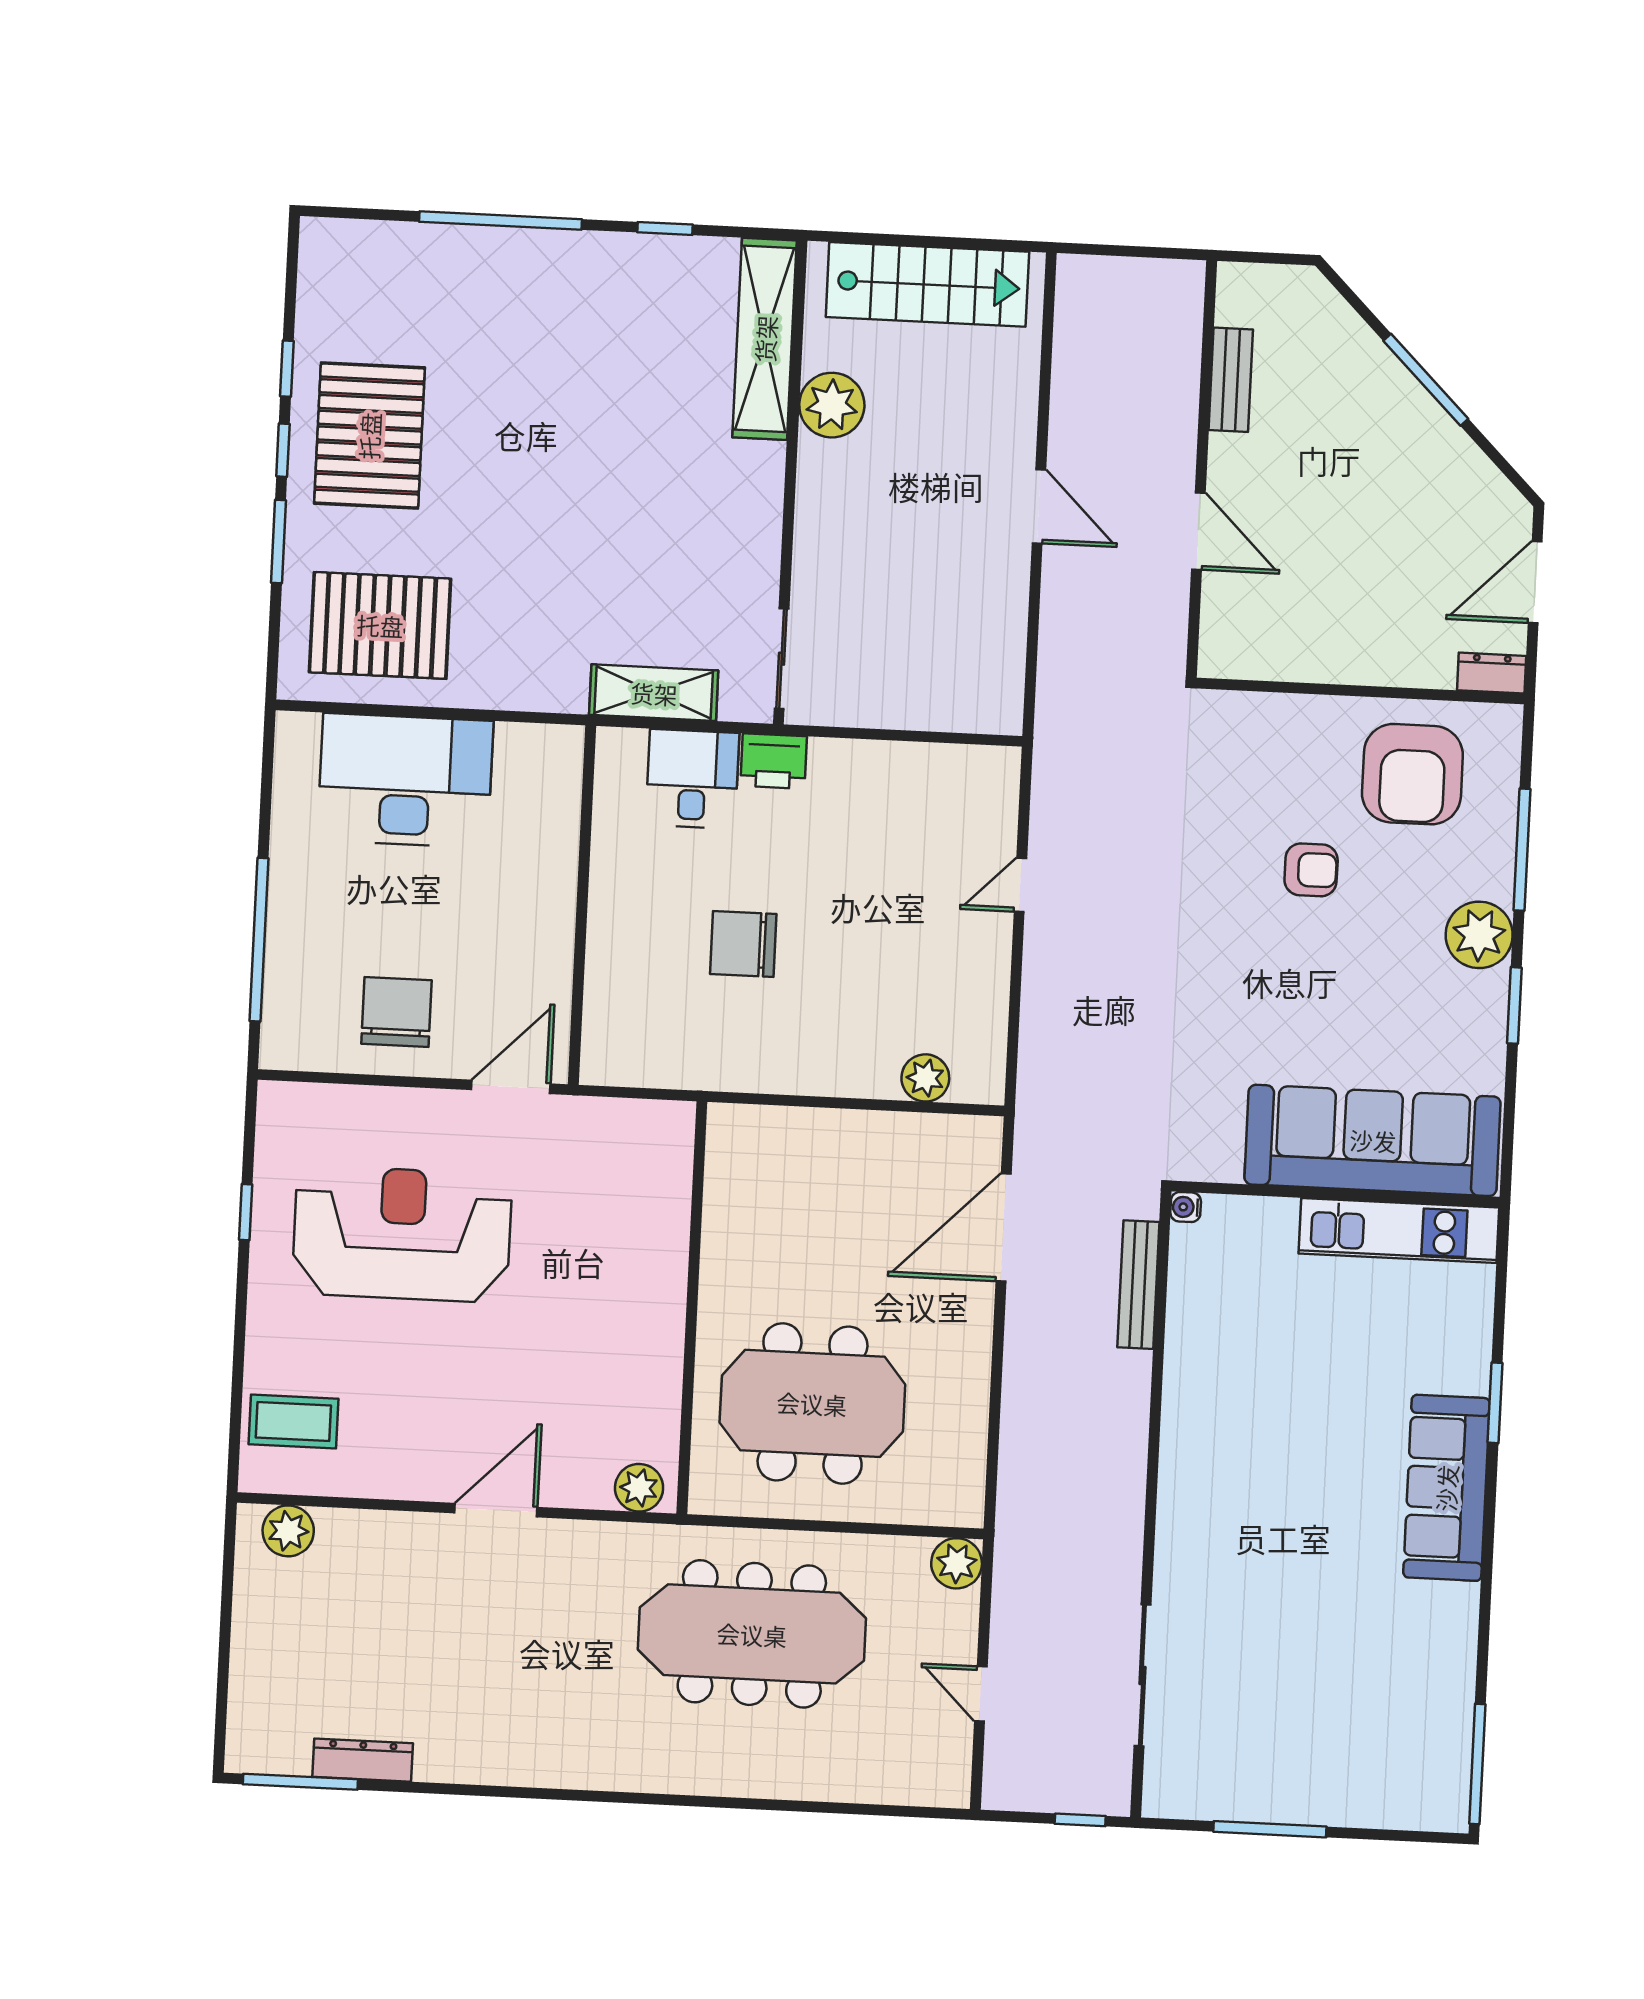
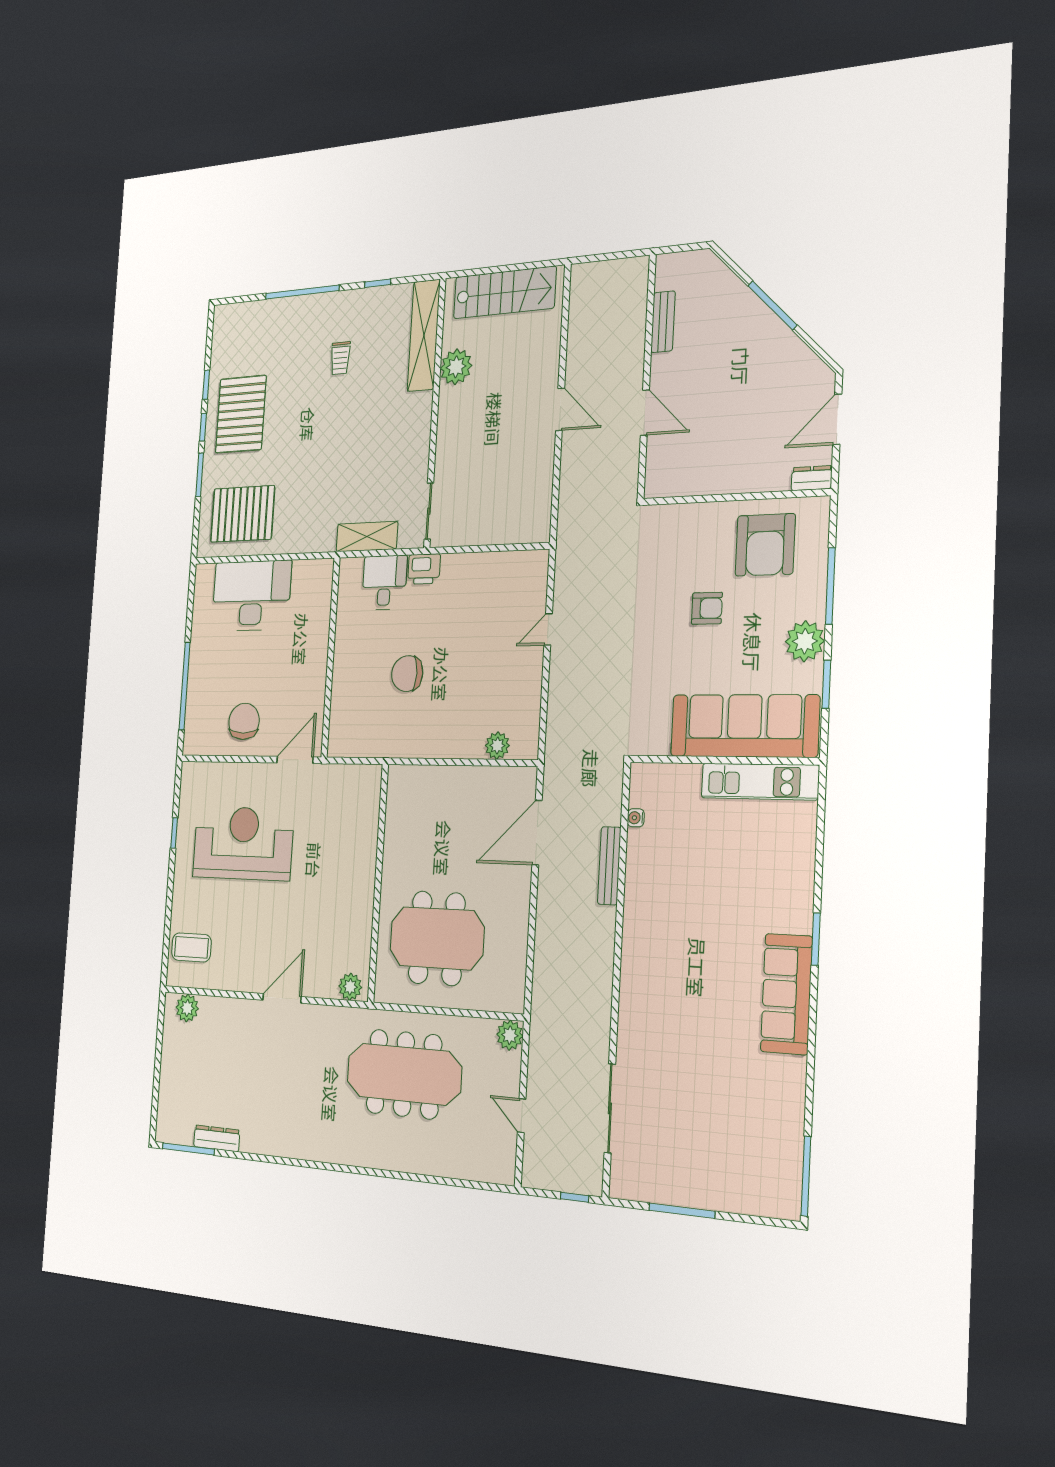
trolley: (588, 357) -> (340, 358), added
sofa: (1373, 1140) -> (744, 726), moved
wall: (1336, 1194) -> (723, 760), moved
kitchen unit: (1399, 1231) -> (760, 782), moved

